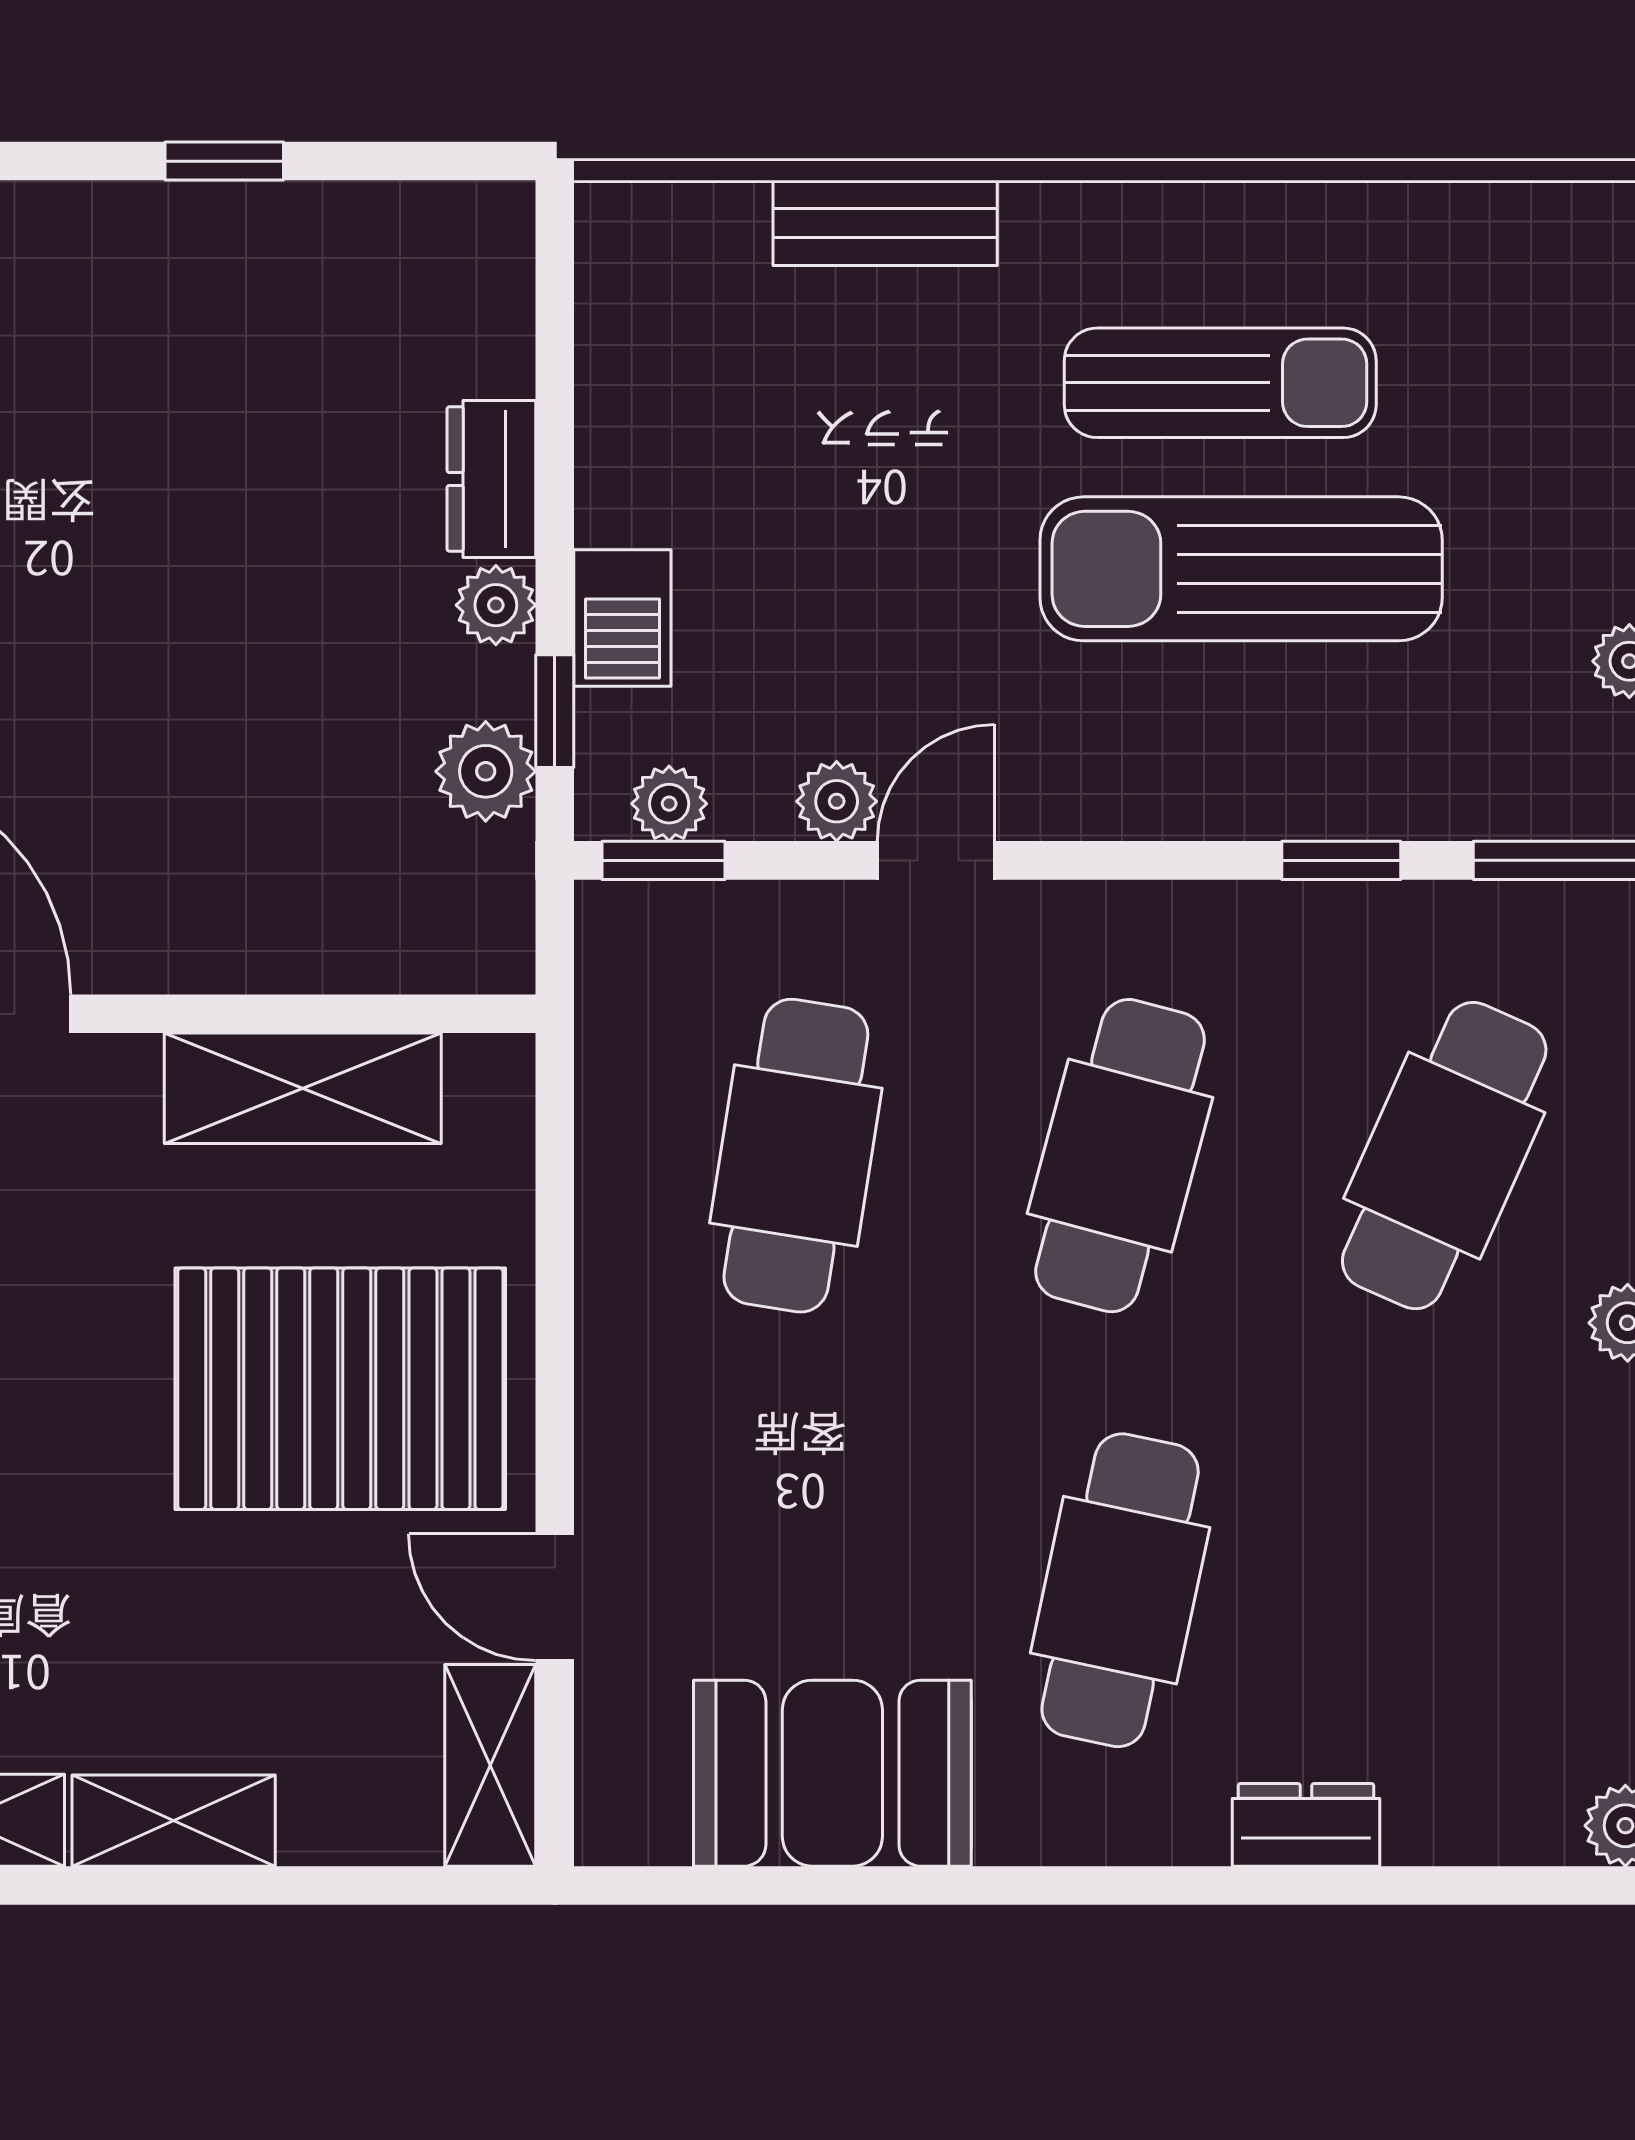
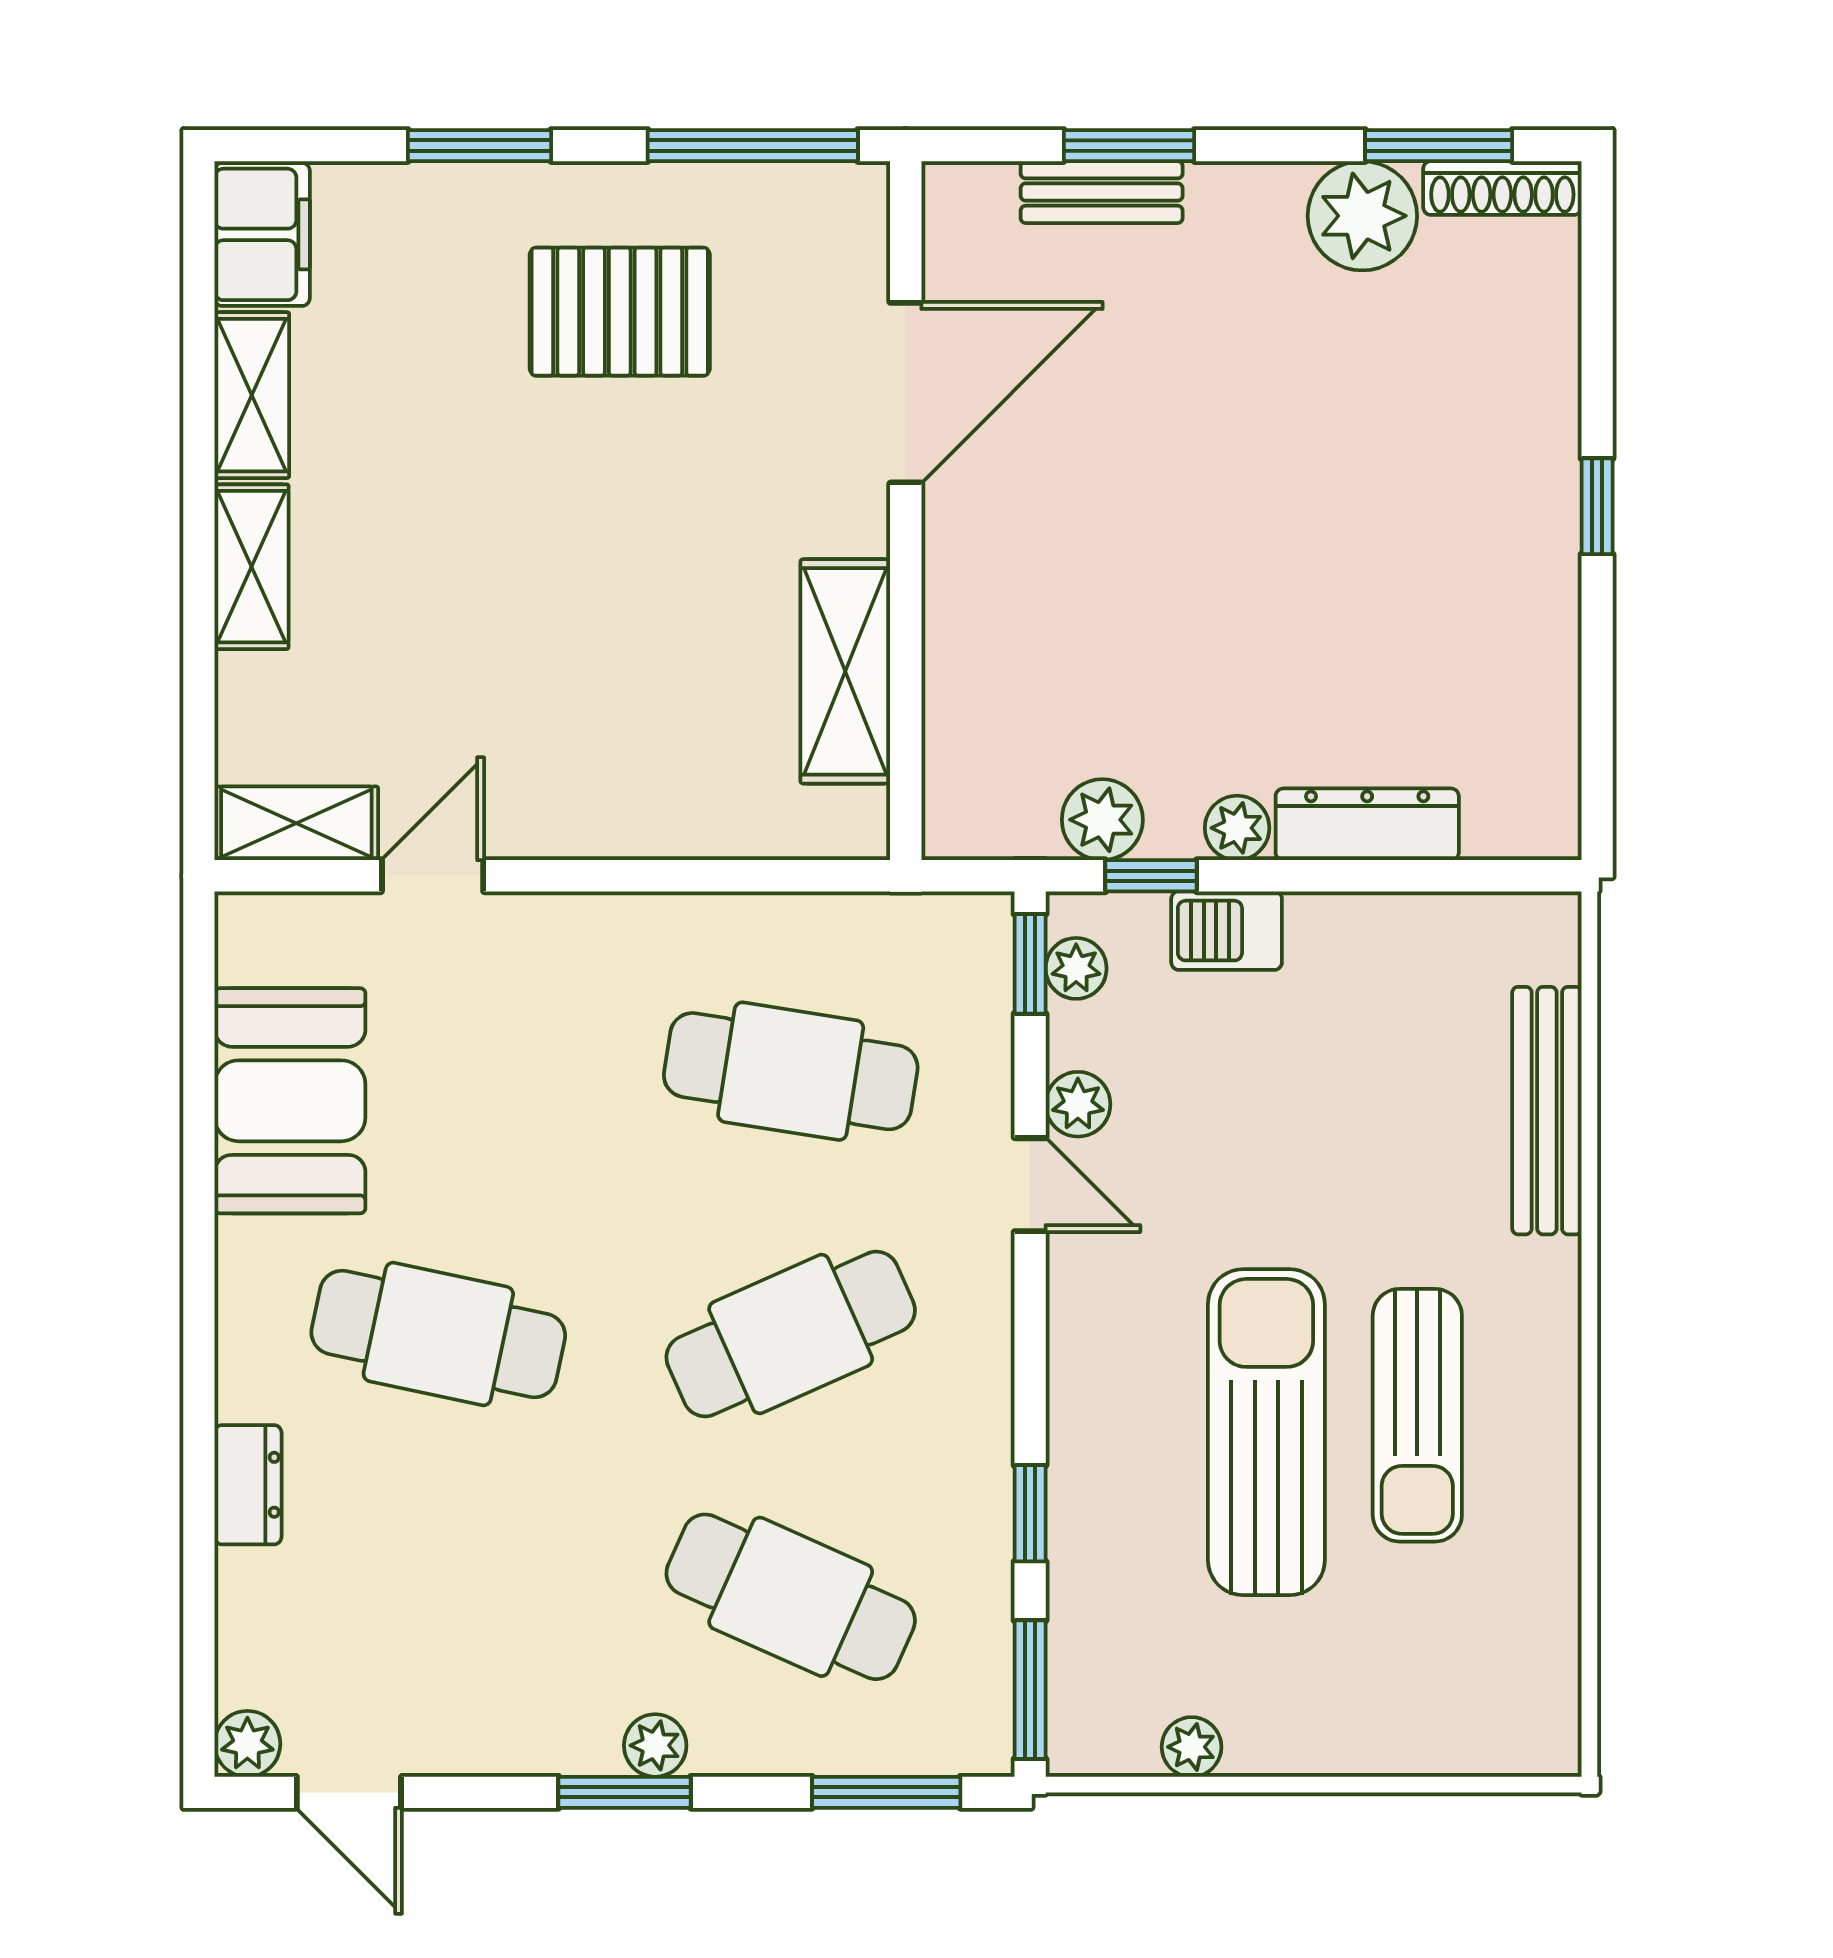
window: (224, 161) -> (1597, 506), moved
bench: (885, 223) -> (1547, 1111), width x1.36
dresser: (491, 479) -> (1367, 824), width x1.44
cafe table: (1120, 1156) -> (791, 1334), turned -39
pallet: (340, 1389) -> (602, 702), removed

